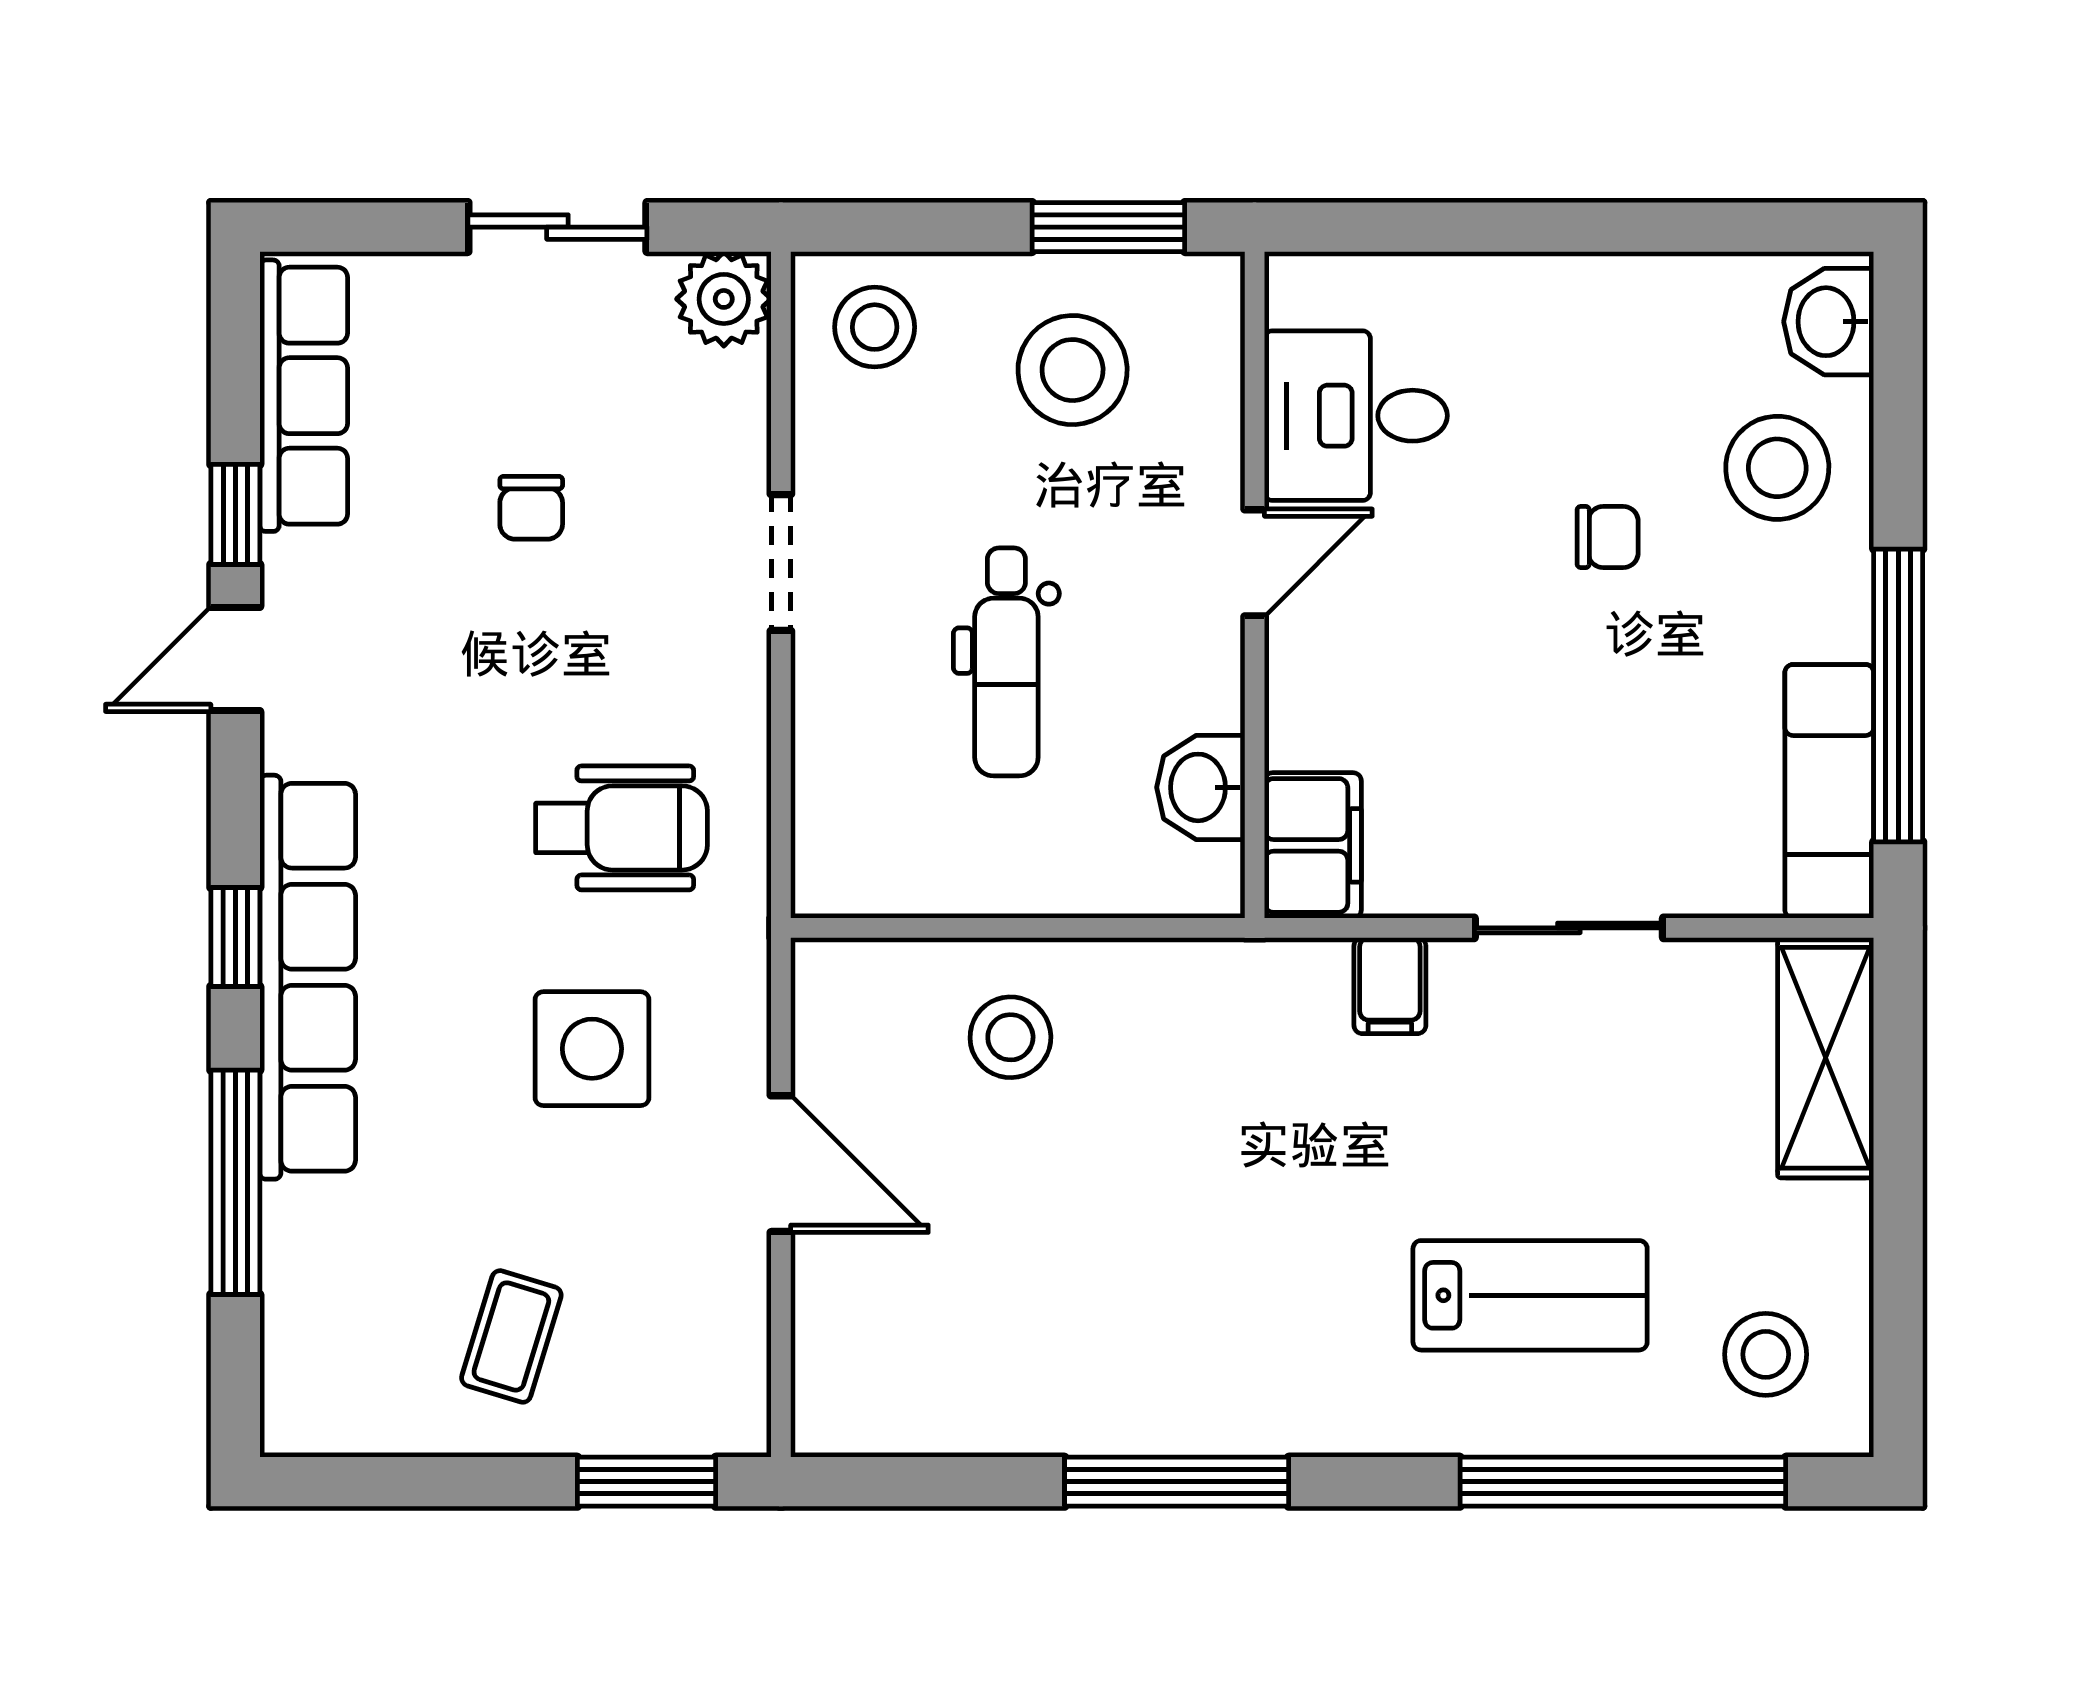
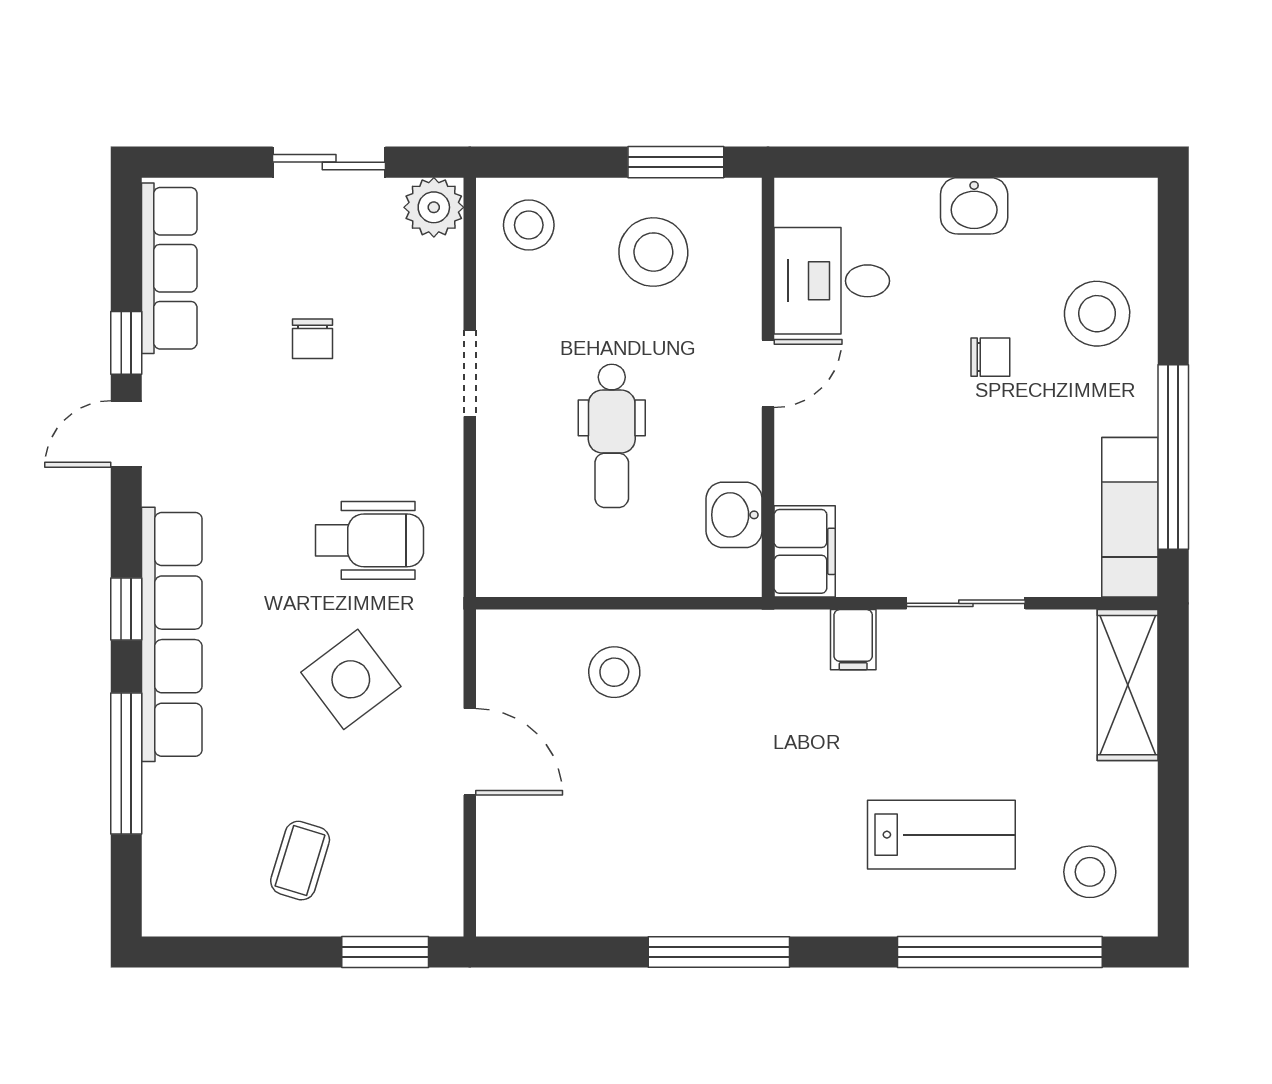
washbasin: (1829, 322) -> (974, 206), moved, turned -90
side table: (592, 1049) -> (351, 679), turned -37

